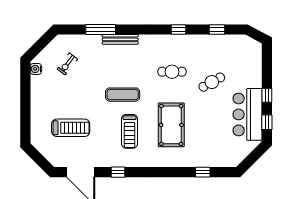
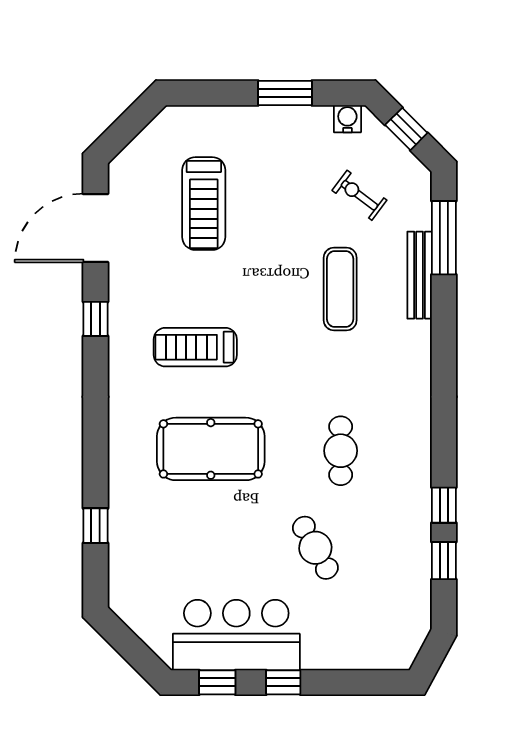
window: (101, 29) -> (444, 238), moved
window: (179, 29) -> (444, 505), moved
bench: (120, 39) -> (420, 275), moved
window: (40, 45) -> (406, 129), added
window: (25, 95) -> (285, 93), added
exercise mat: (123, 95) -> (340, 289), moved

